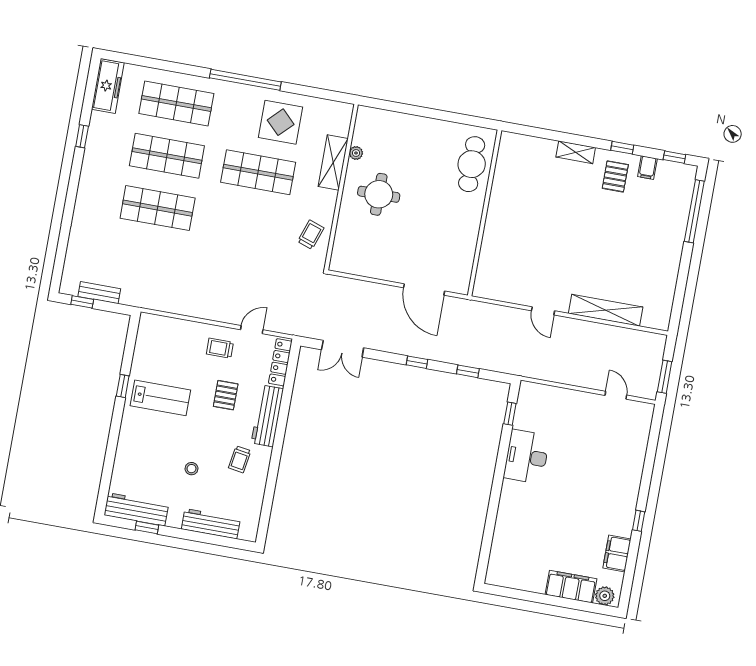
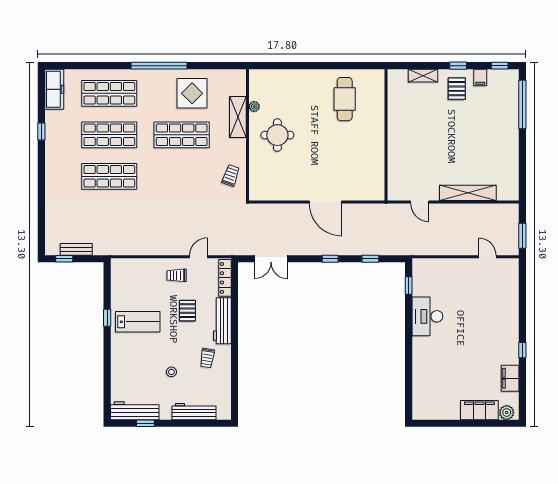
wall: (485, 213) -> (386, 135), moved

